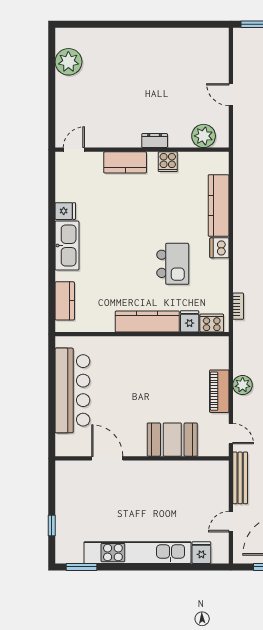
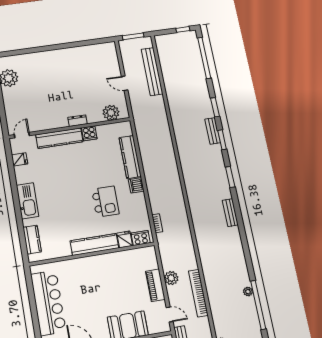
kitchen counter: (125, 162) -> (59, 138), width x1.50
fridge: (65, 211) -> (20, 159), moved

